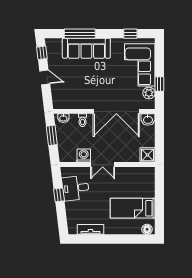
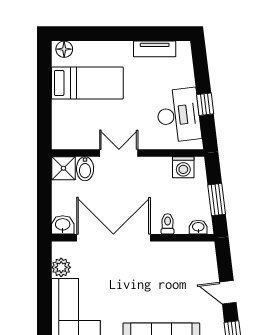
window: (159, 84) -> (44, 282), removed
bidet: (134, 155) -> (85, 169), added
washing machine: (84, 156) -> (183, 167), moved
double door: (103, 164) -> (119, 153), moved
desk: (76, 188) -> (179, 115), width x1.37

